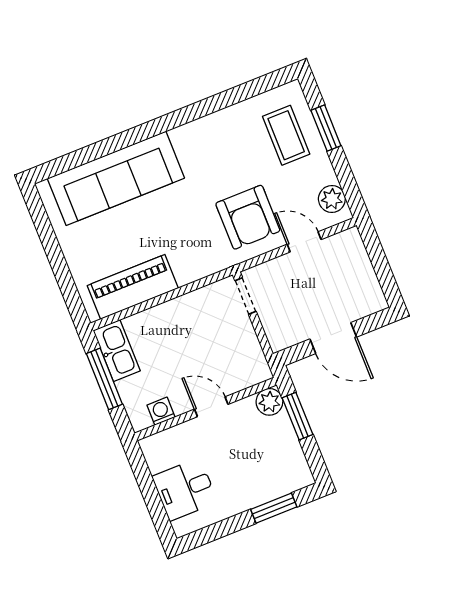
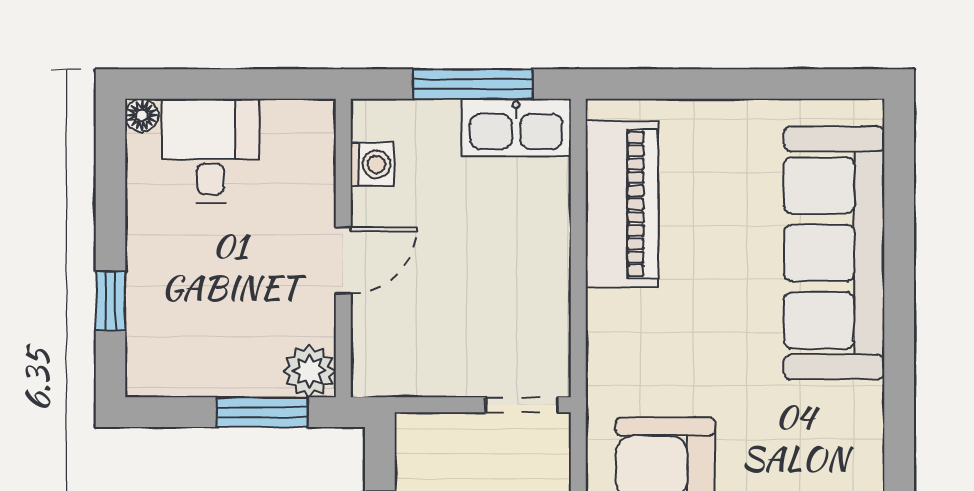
window: (274, 508) -> (111, 301), width x0.67
floor lamp: (181, 528) -> (142, 115), added

